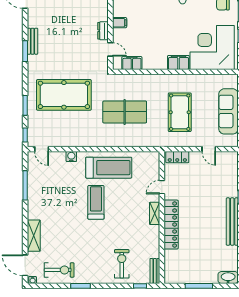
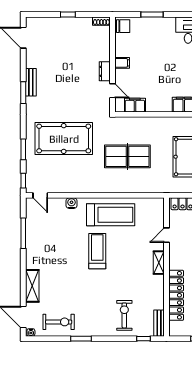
locker: (171, 225) -> (176, 295), moved

